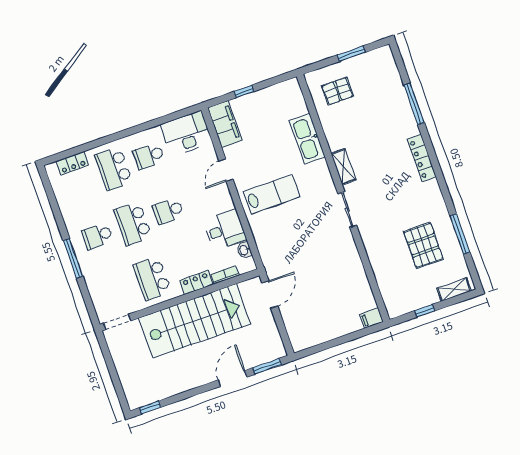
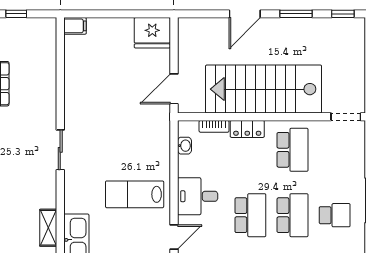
shelving: (344, 167) -> (48, 228), moved
school desk: (168, 211) -> (250, 215), width x1.85
desk: (225, 230) -> (198, 196), moved
fridge: (305, 335) -> (152, 33), added
window: (267, 366) -> (296, 14), moved

